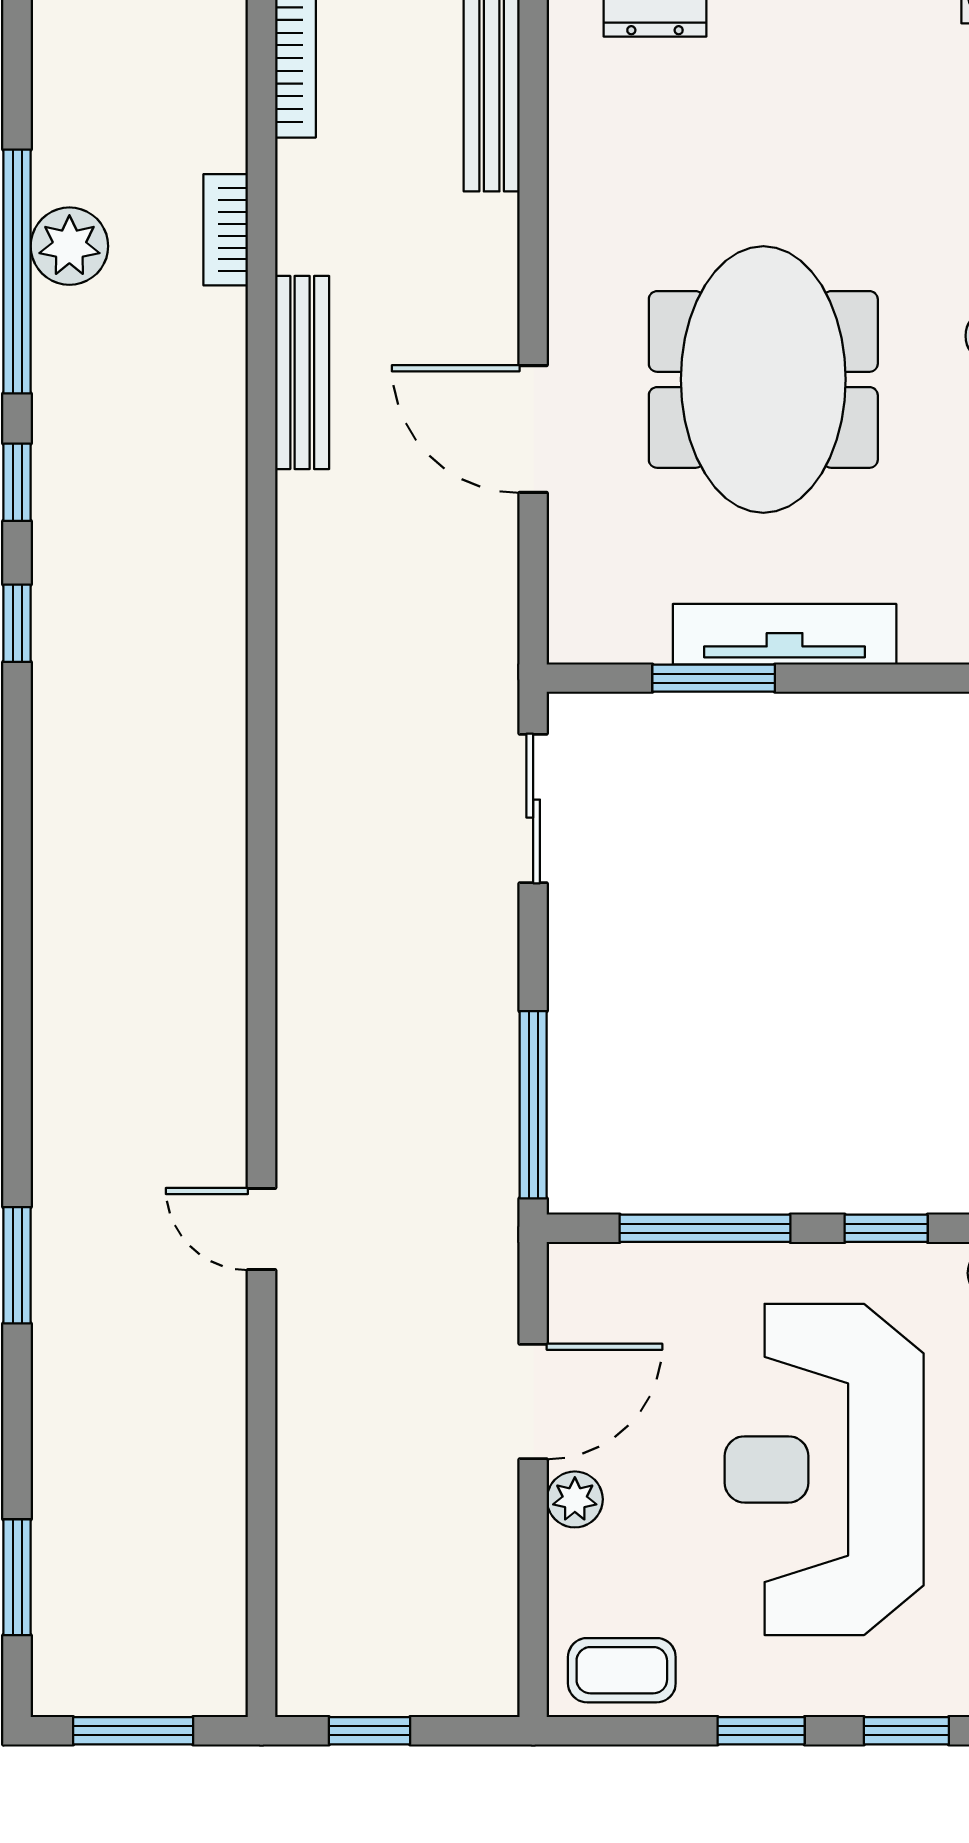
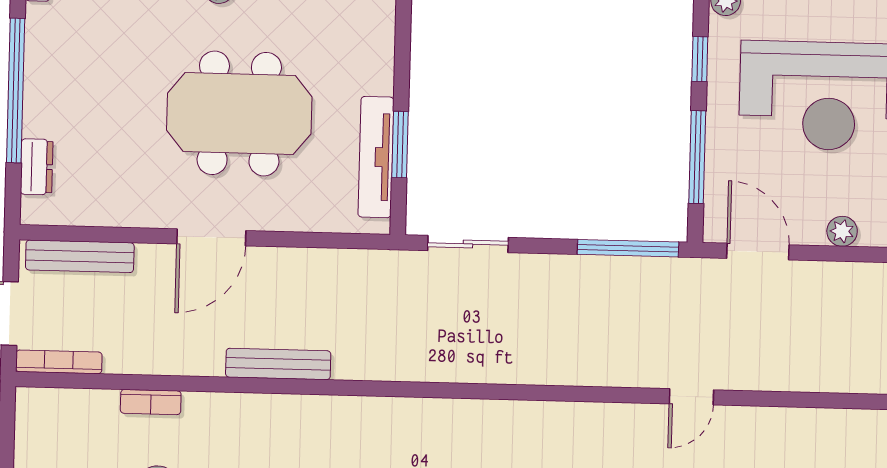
bench: (302, 373) -> (278, 364), moved
door: (533, 429) -> (211, 237), moved
tv unit: (785, 634) -> (376, 157), moved
door: (533, 1401) -> (758, 252), moved

